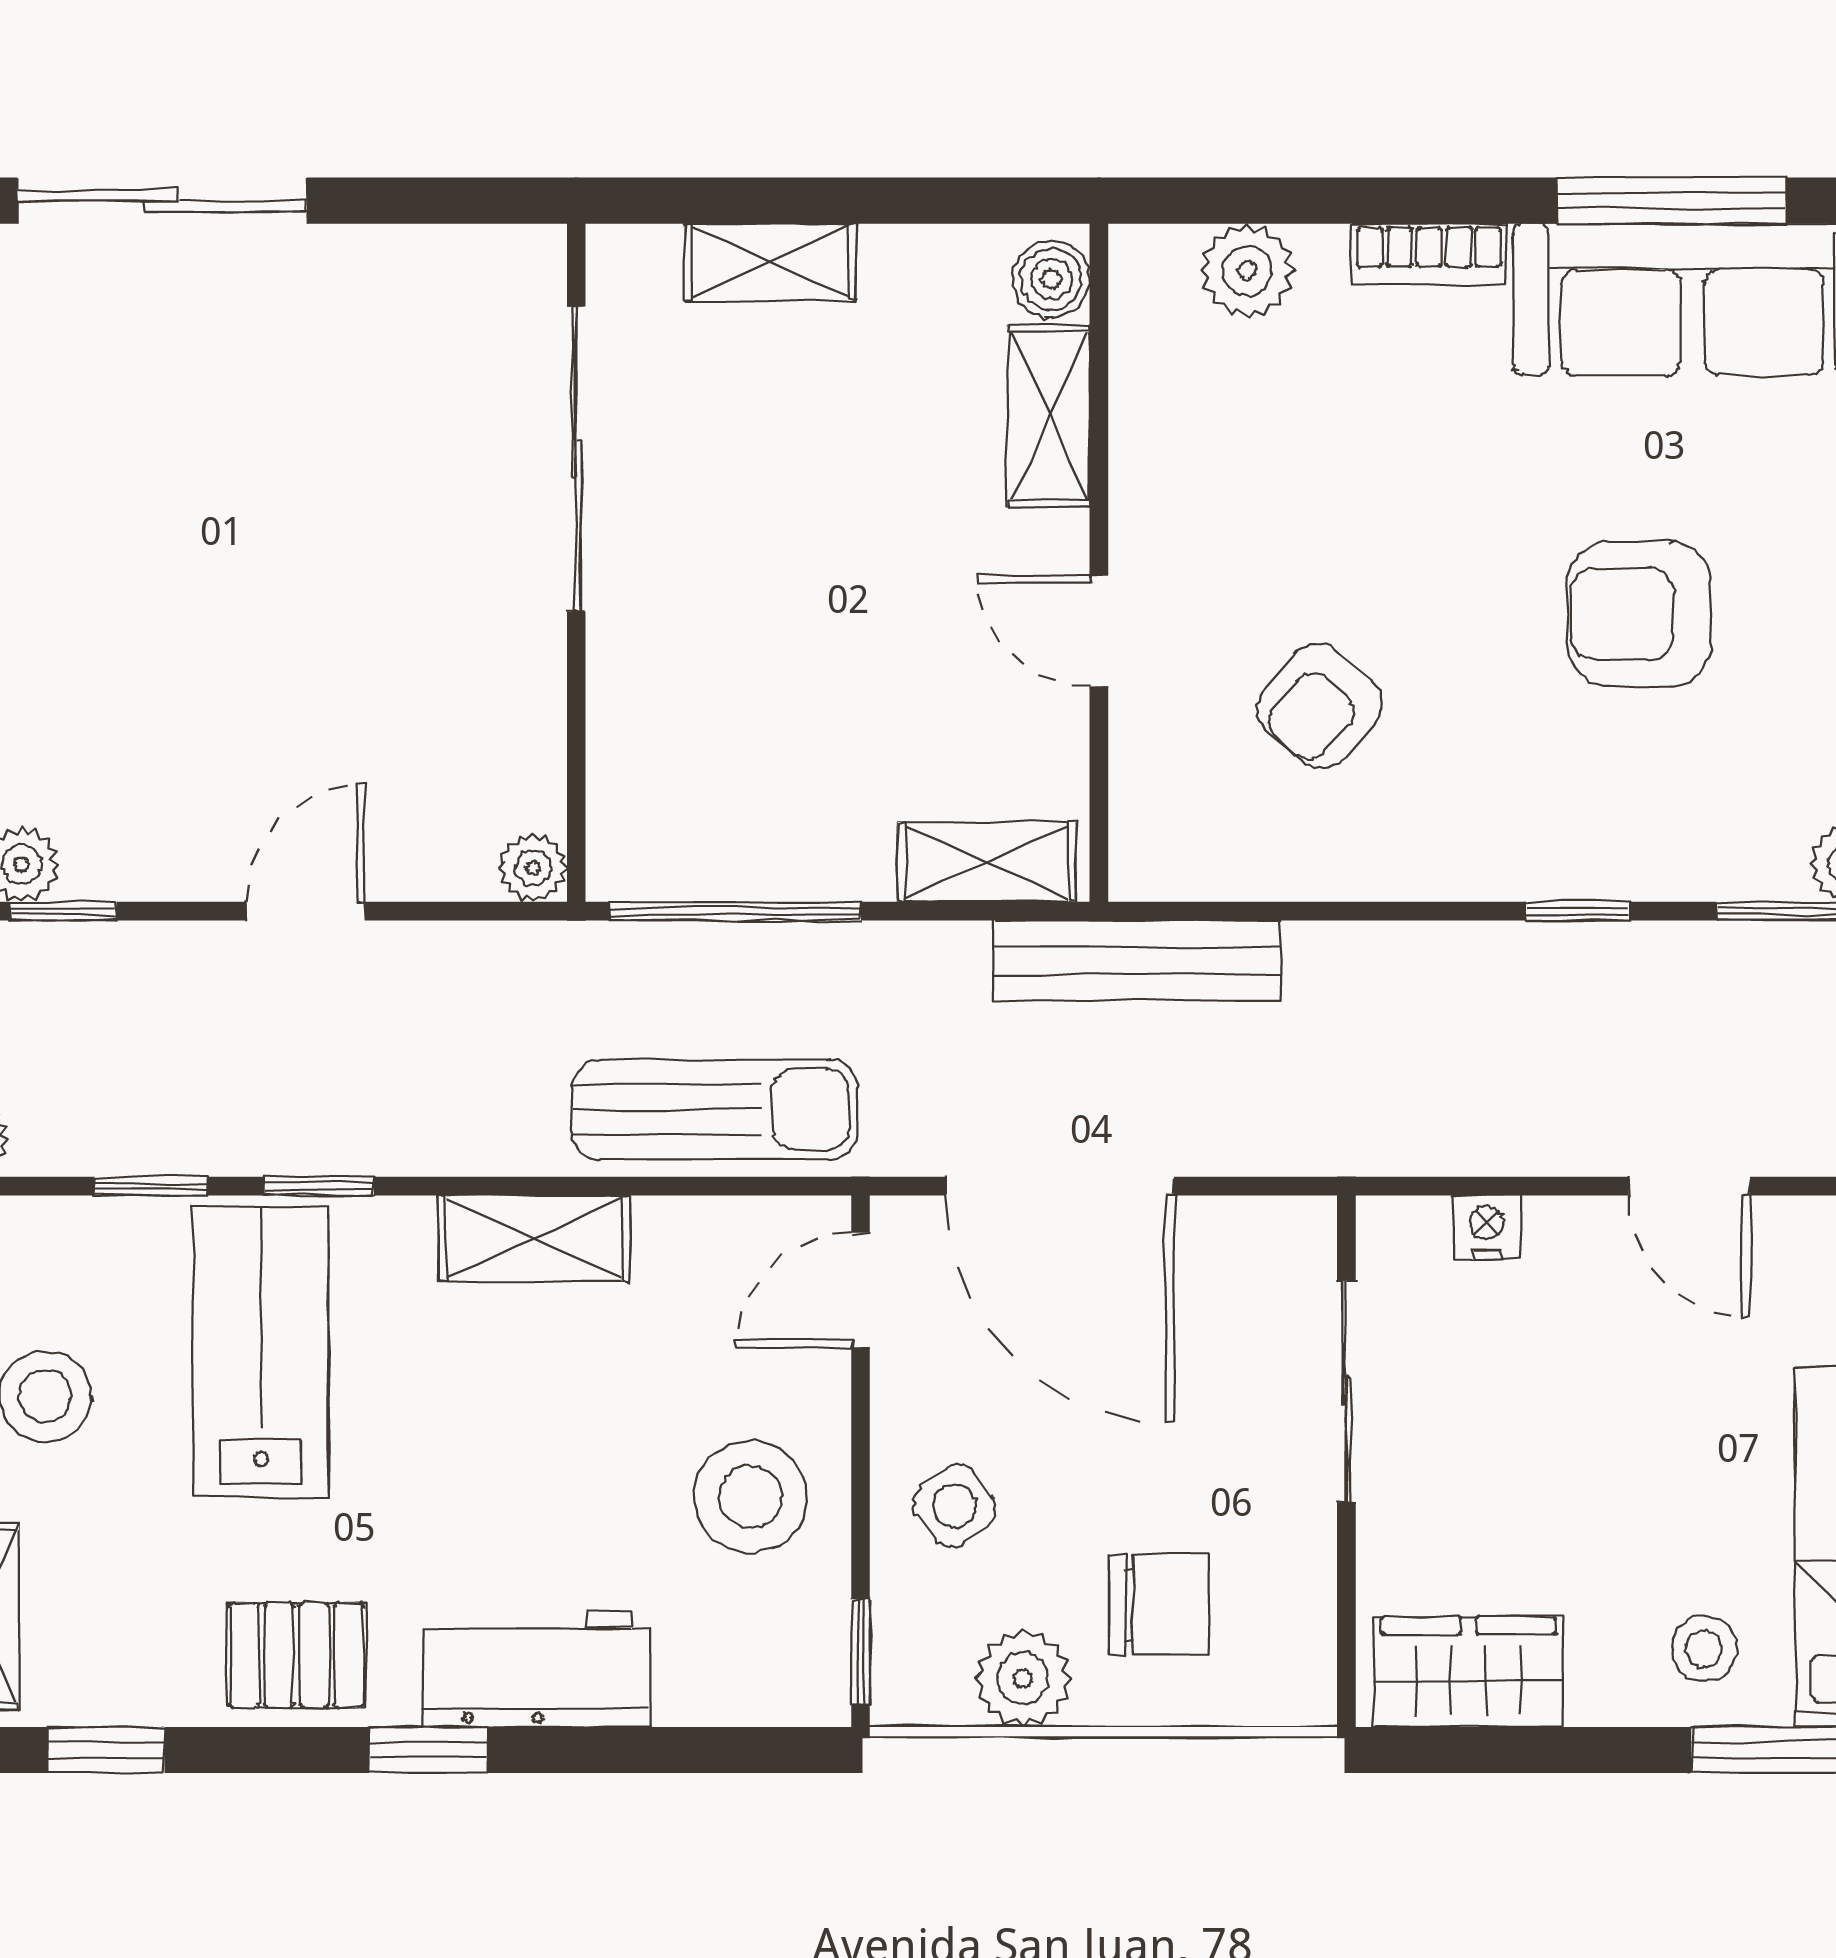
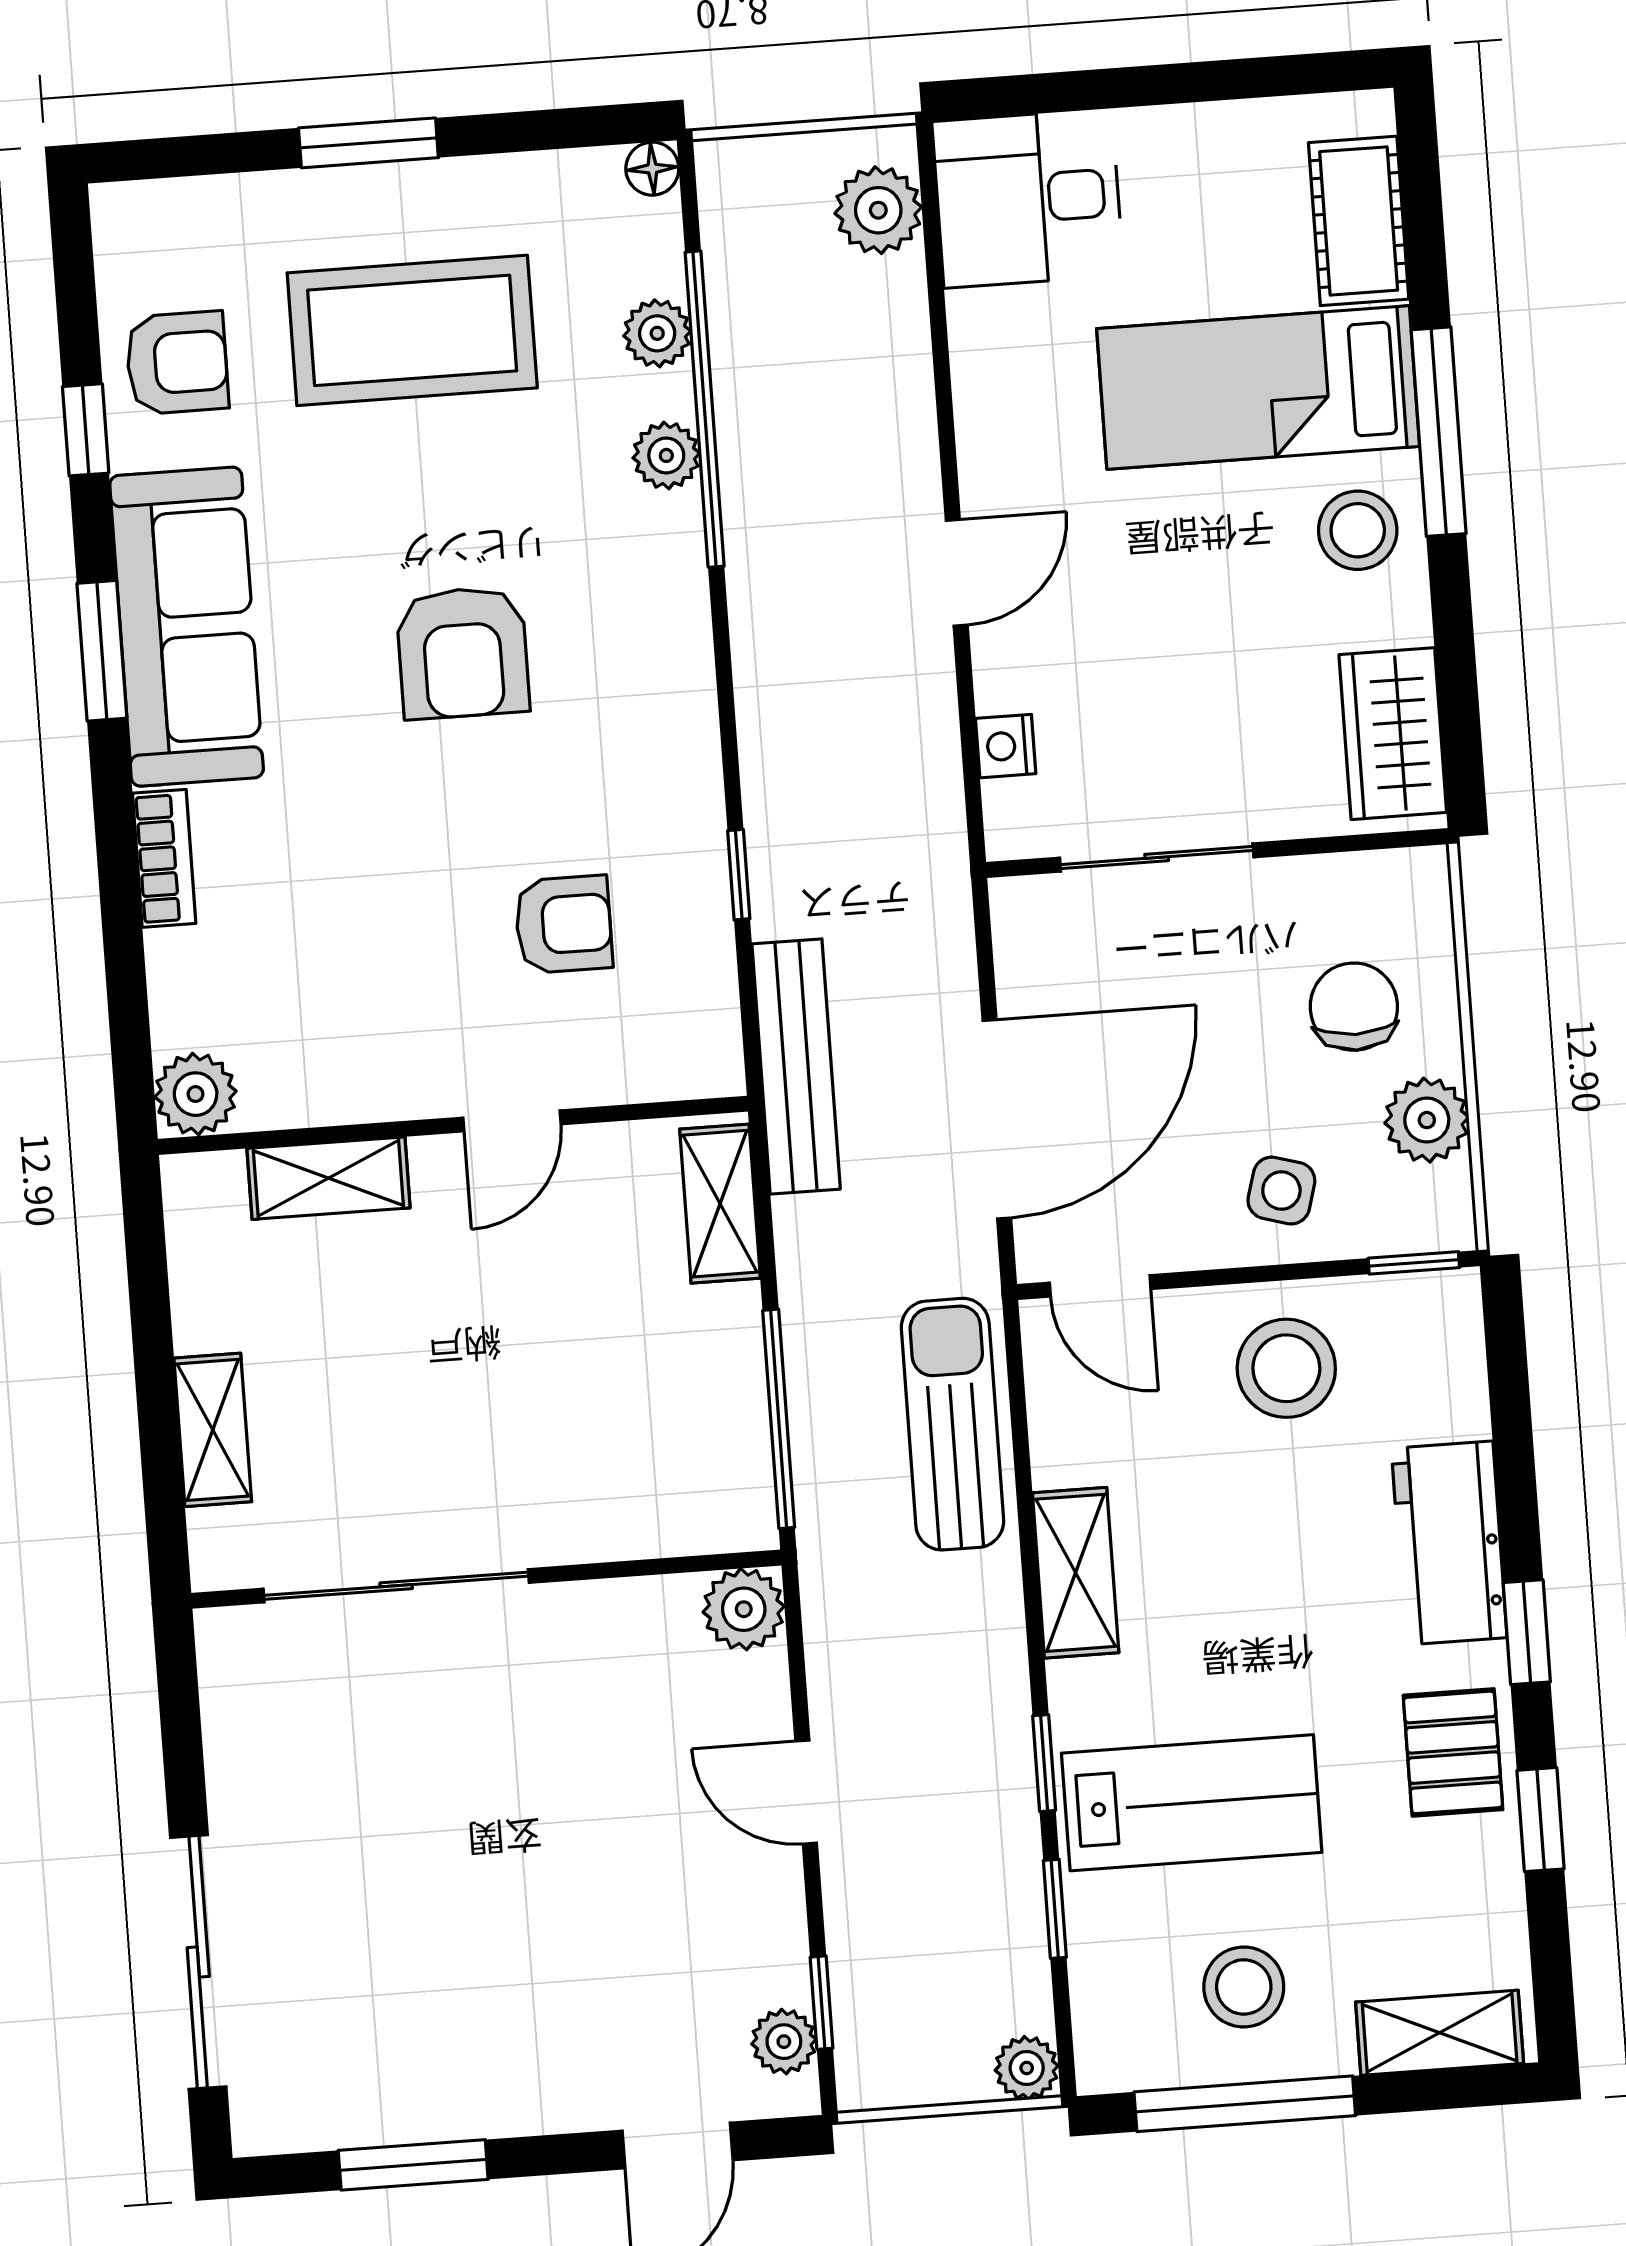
window: (1672, 201) -> (102, 651), width x0.69
plant: (1247, 271) -> (196, 1094), moved
boiler: (1051, 279) -> (210, 1185), removed
armchair: (1320, 706) -> (564, 924), turned -41
plant: (533, 868) -> (744, 1609), width x1.38, depth x1.38
window: (1578, 911) -> (739, 875), moved
lab bench: (261, 1352) -> (1192, 1803), turned 180
side table: (954, 1506) -> (1281, 1191), turned -37
stool: (1704, 1649) -> (1358, 530), width x1.37, depth x1.37
window: (106, 1750) -> (1541, 1820), moved

